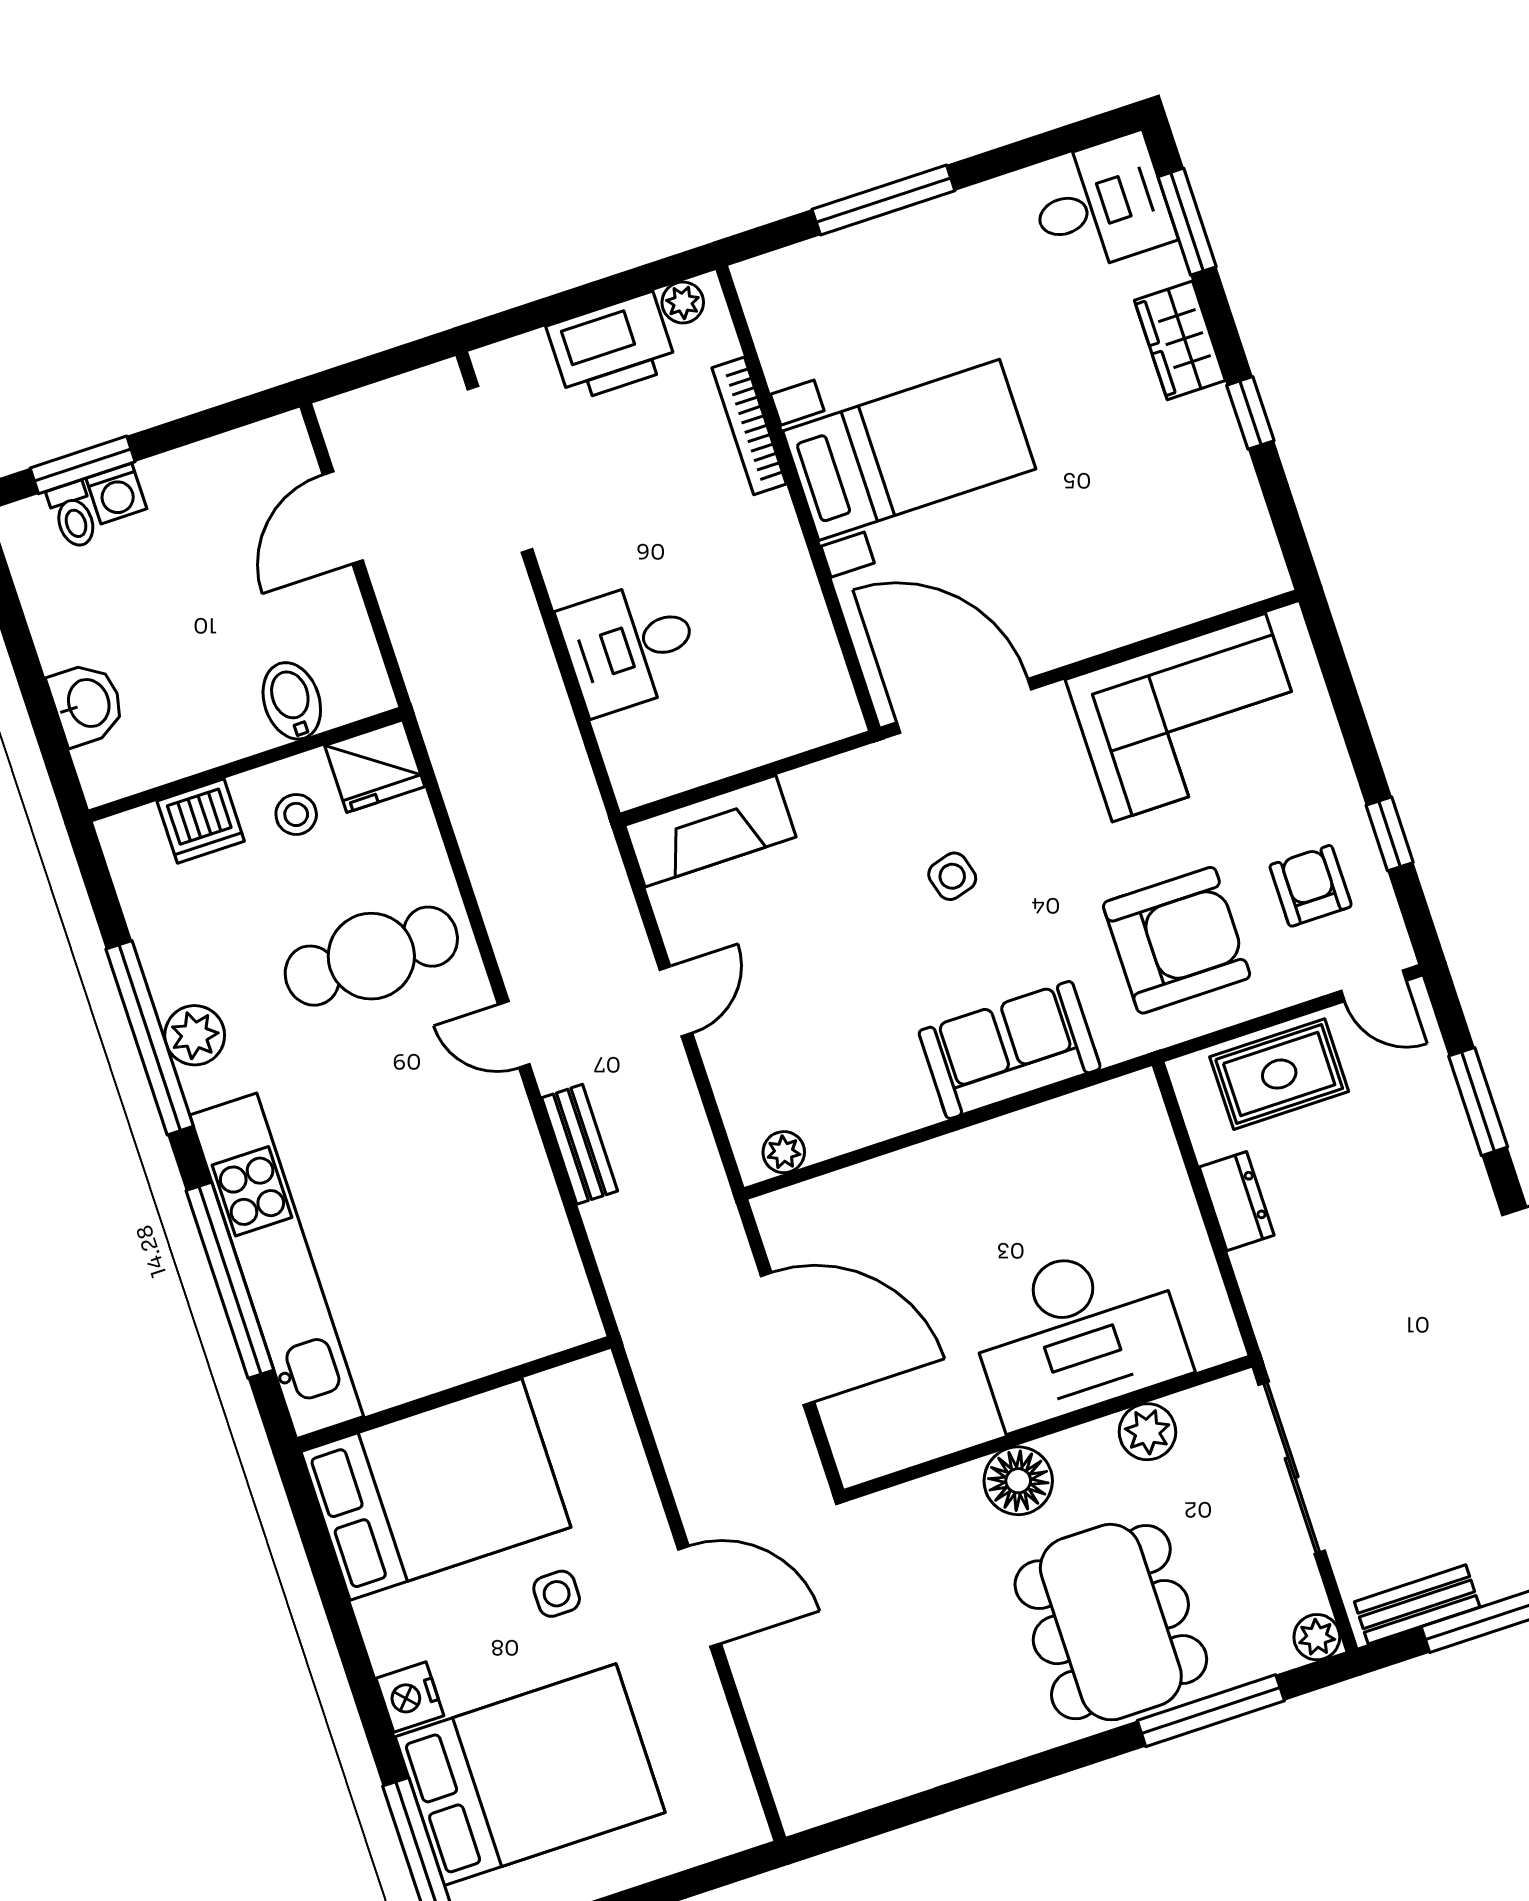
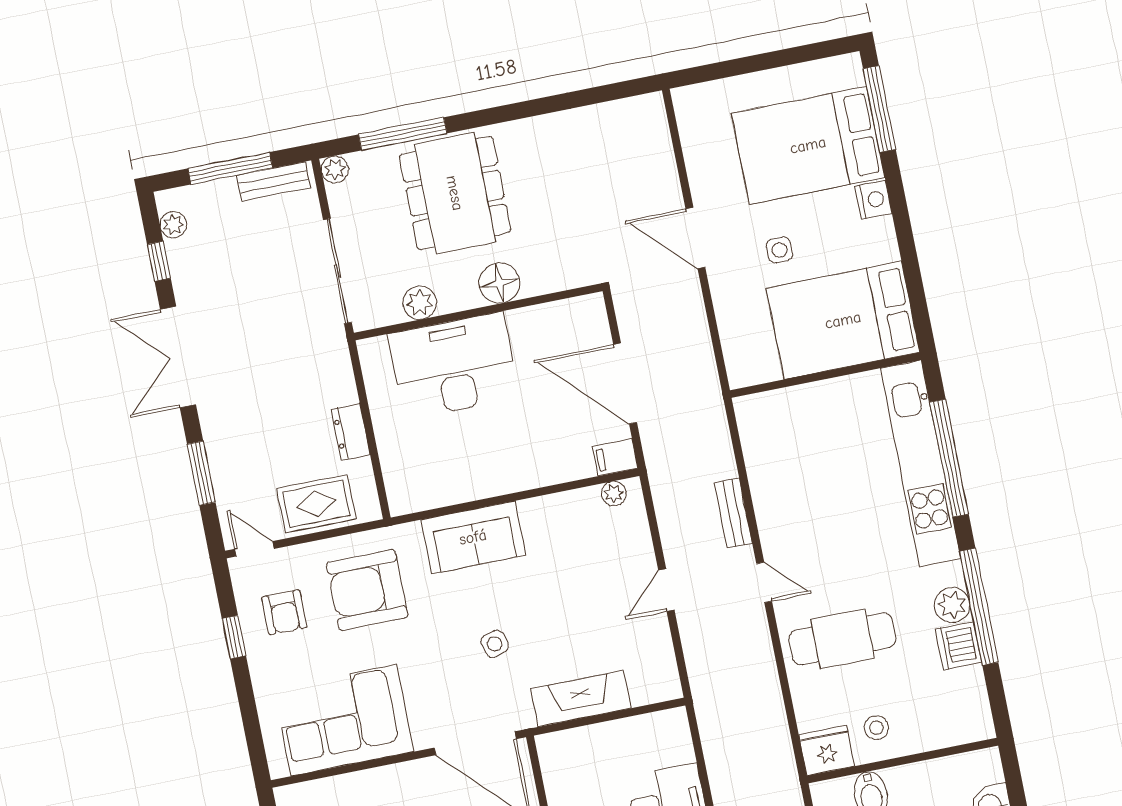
dishwasher: (201, 821) -> (958, 646), moved, turned -90
fireplace: (710, 831) -> (581, 698), moved
filing cabinet: (789, 1213) -> (615, 457), added

